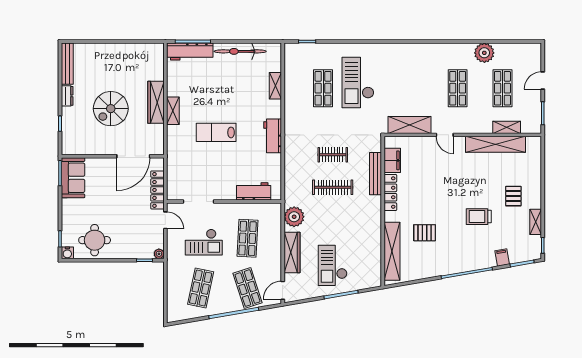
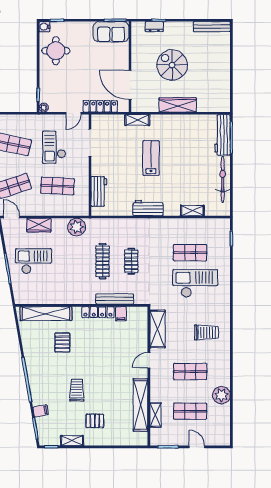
trolley: (413, 70) -> (206, 332), added
dresser: (67, 96) -> (154, 26), moved
shelving: (173, 111) -> (137, 120), moved
filing cabinet: (392, 160) -> (121, 314), width x0.50
wardrobe: (292, 252) -> (39, 225), width x0.67

